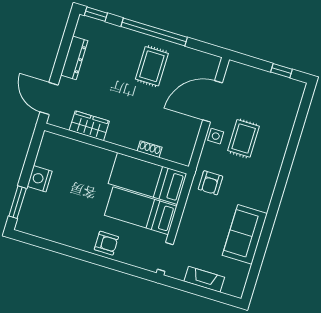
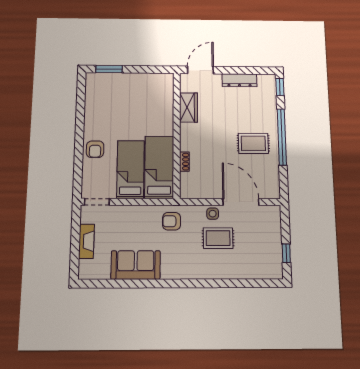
nightstand: (40, 179) -> (133, 81), removed

